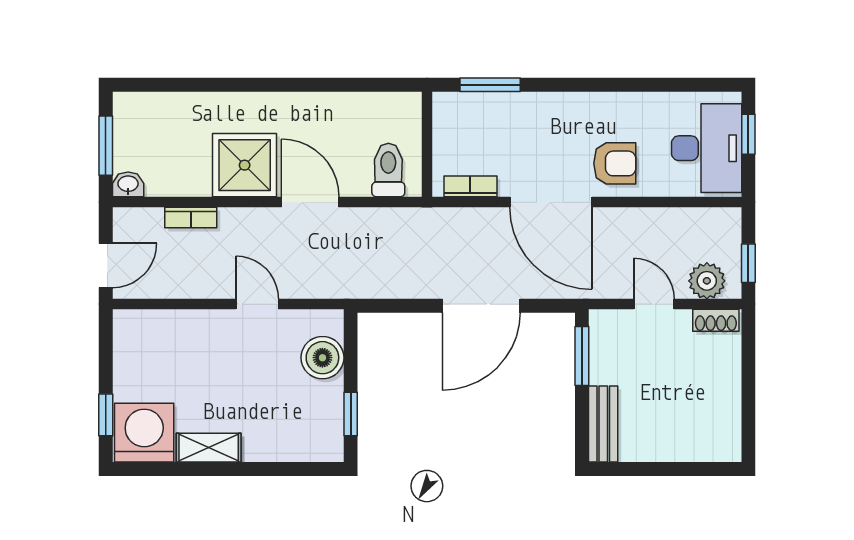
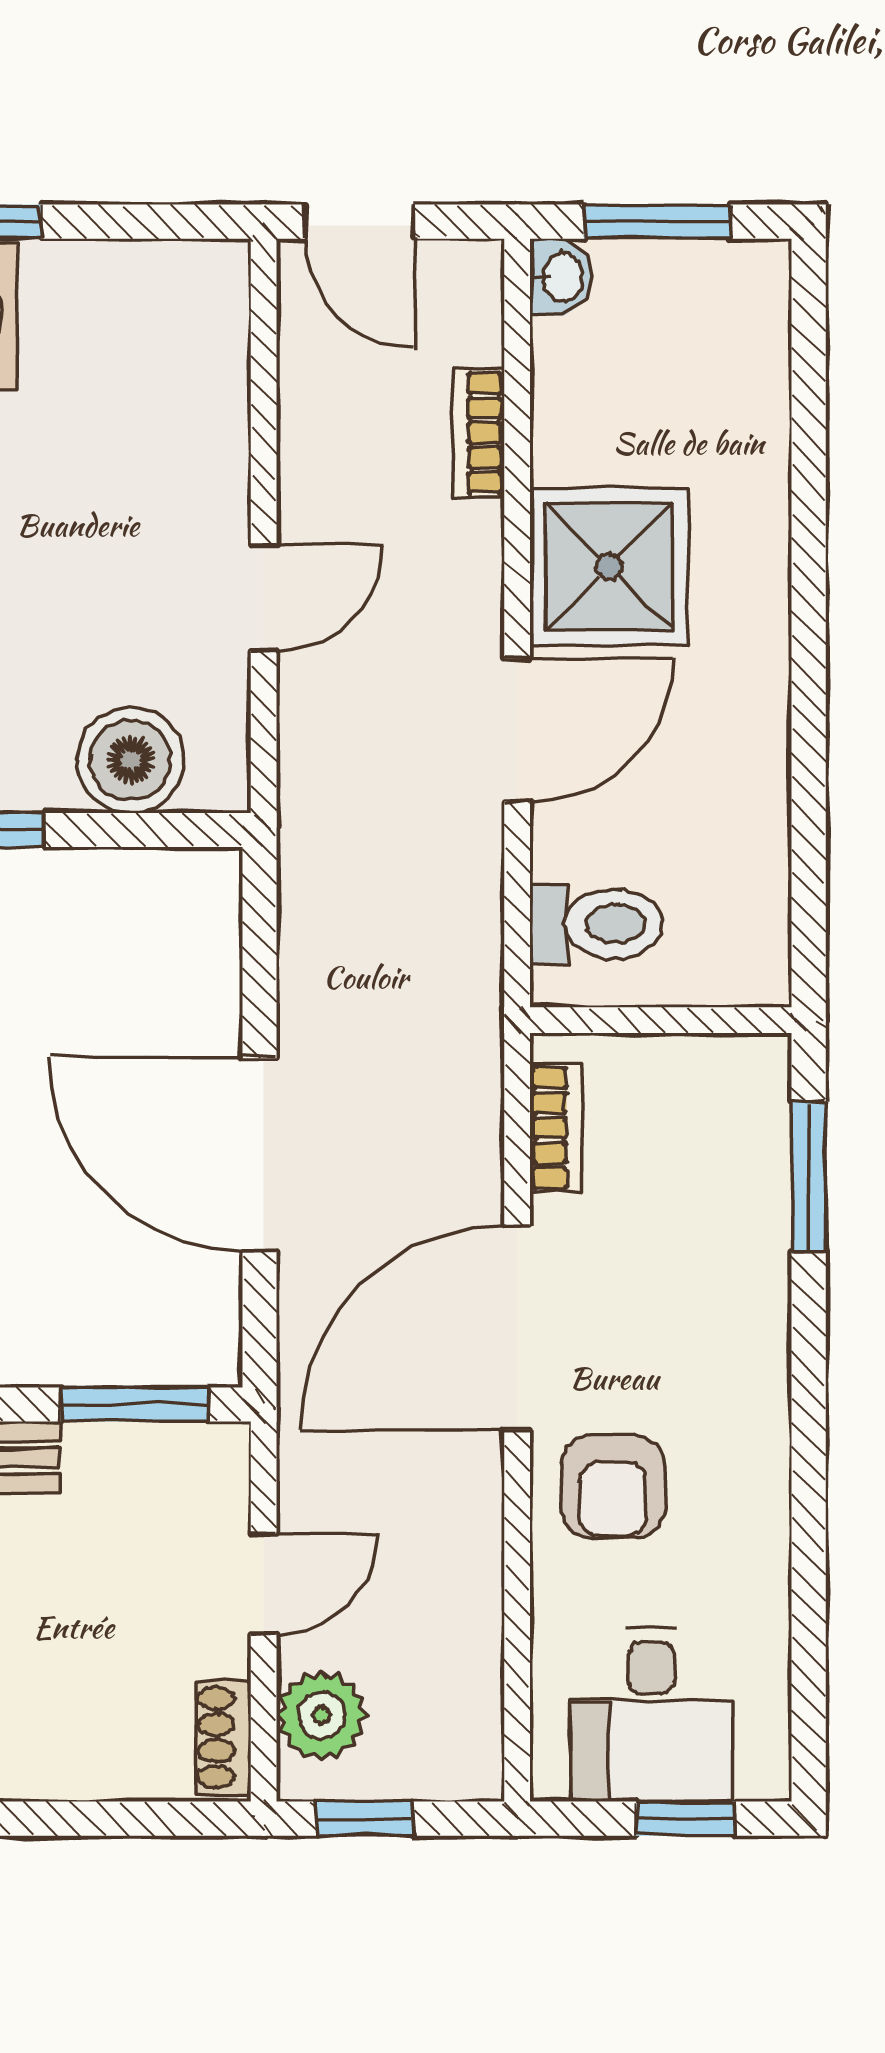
desk: (707, 148) -> (651, 1715), width x0.73

